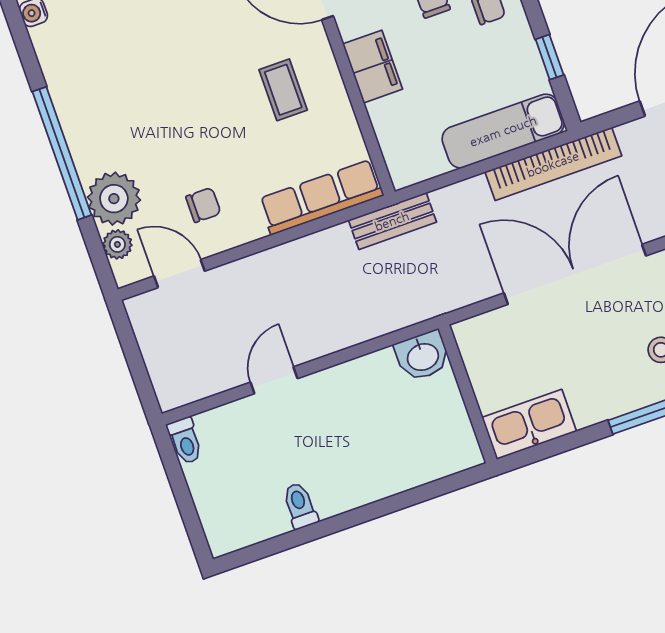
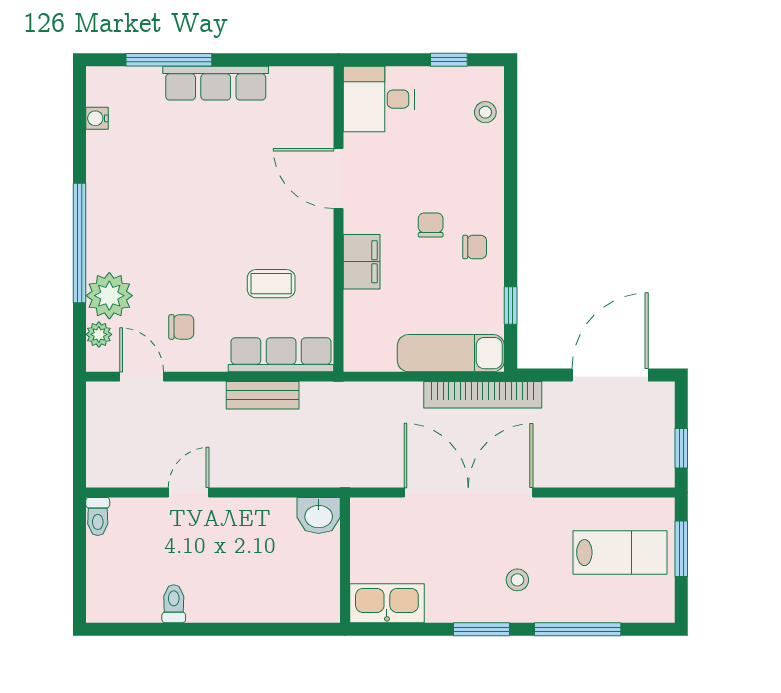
coffee table: (283, 90) -> (271, 284), moved, turned 90
bench: (392, 221) -> (263, 395), moved

